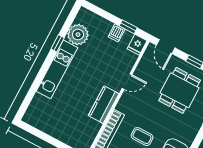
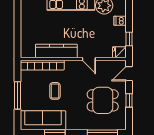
dishwasher: (117, 33) -> (120, 21), moved
kitchen counter: (104, 105) -> (56, 51), width x1.50

